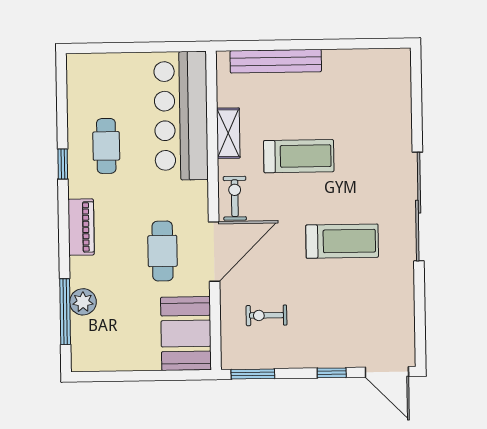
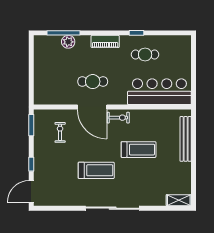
shelving: (228, 133) -> (179, 200), moved
treadmill: (299, 156) -> (139, 150), turned -90
treadmill: (342, 241) -> (96, 170), turned -90
booth: (186, 333) -> (52, 92), removed

